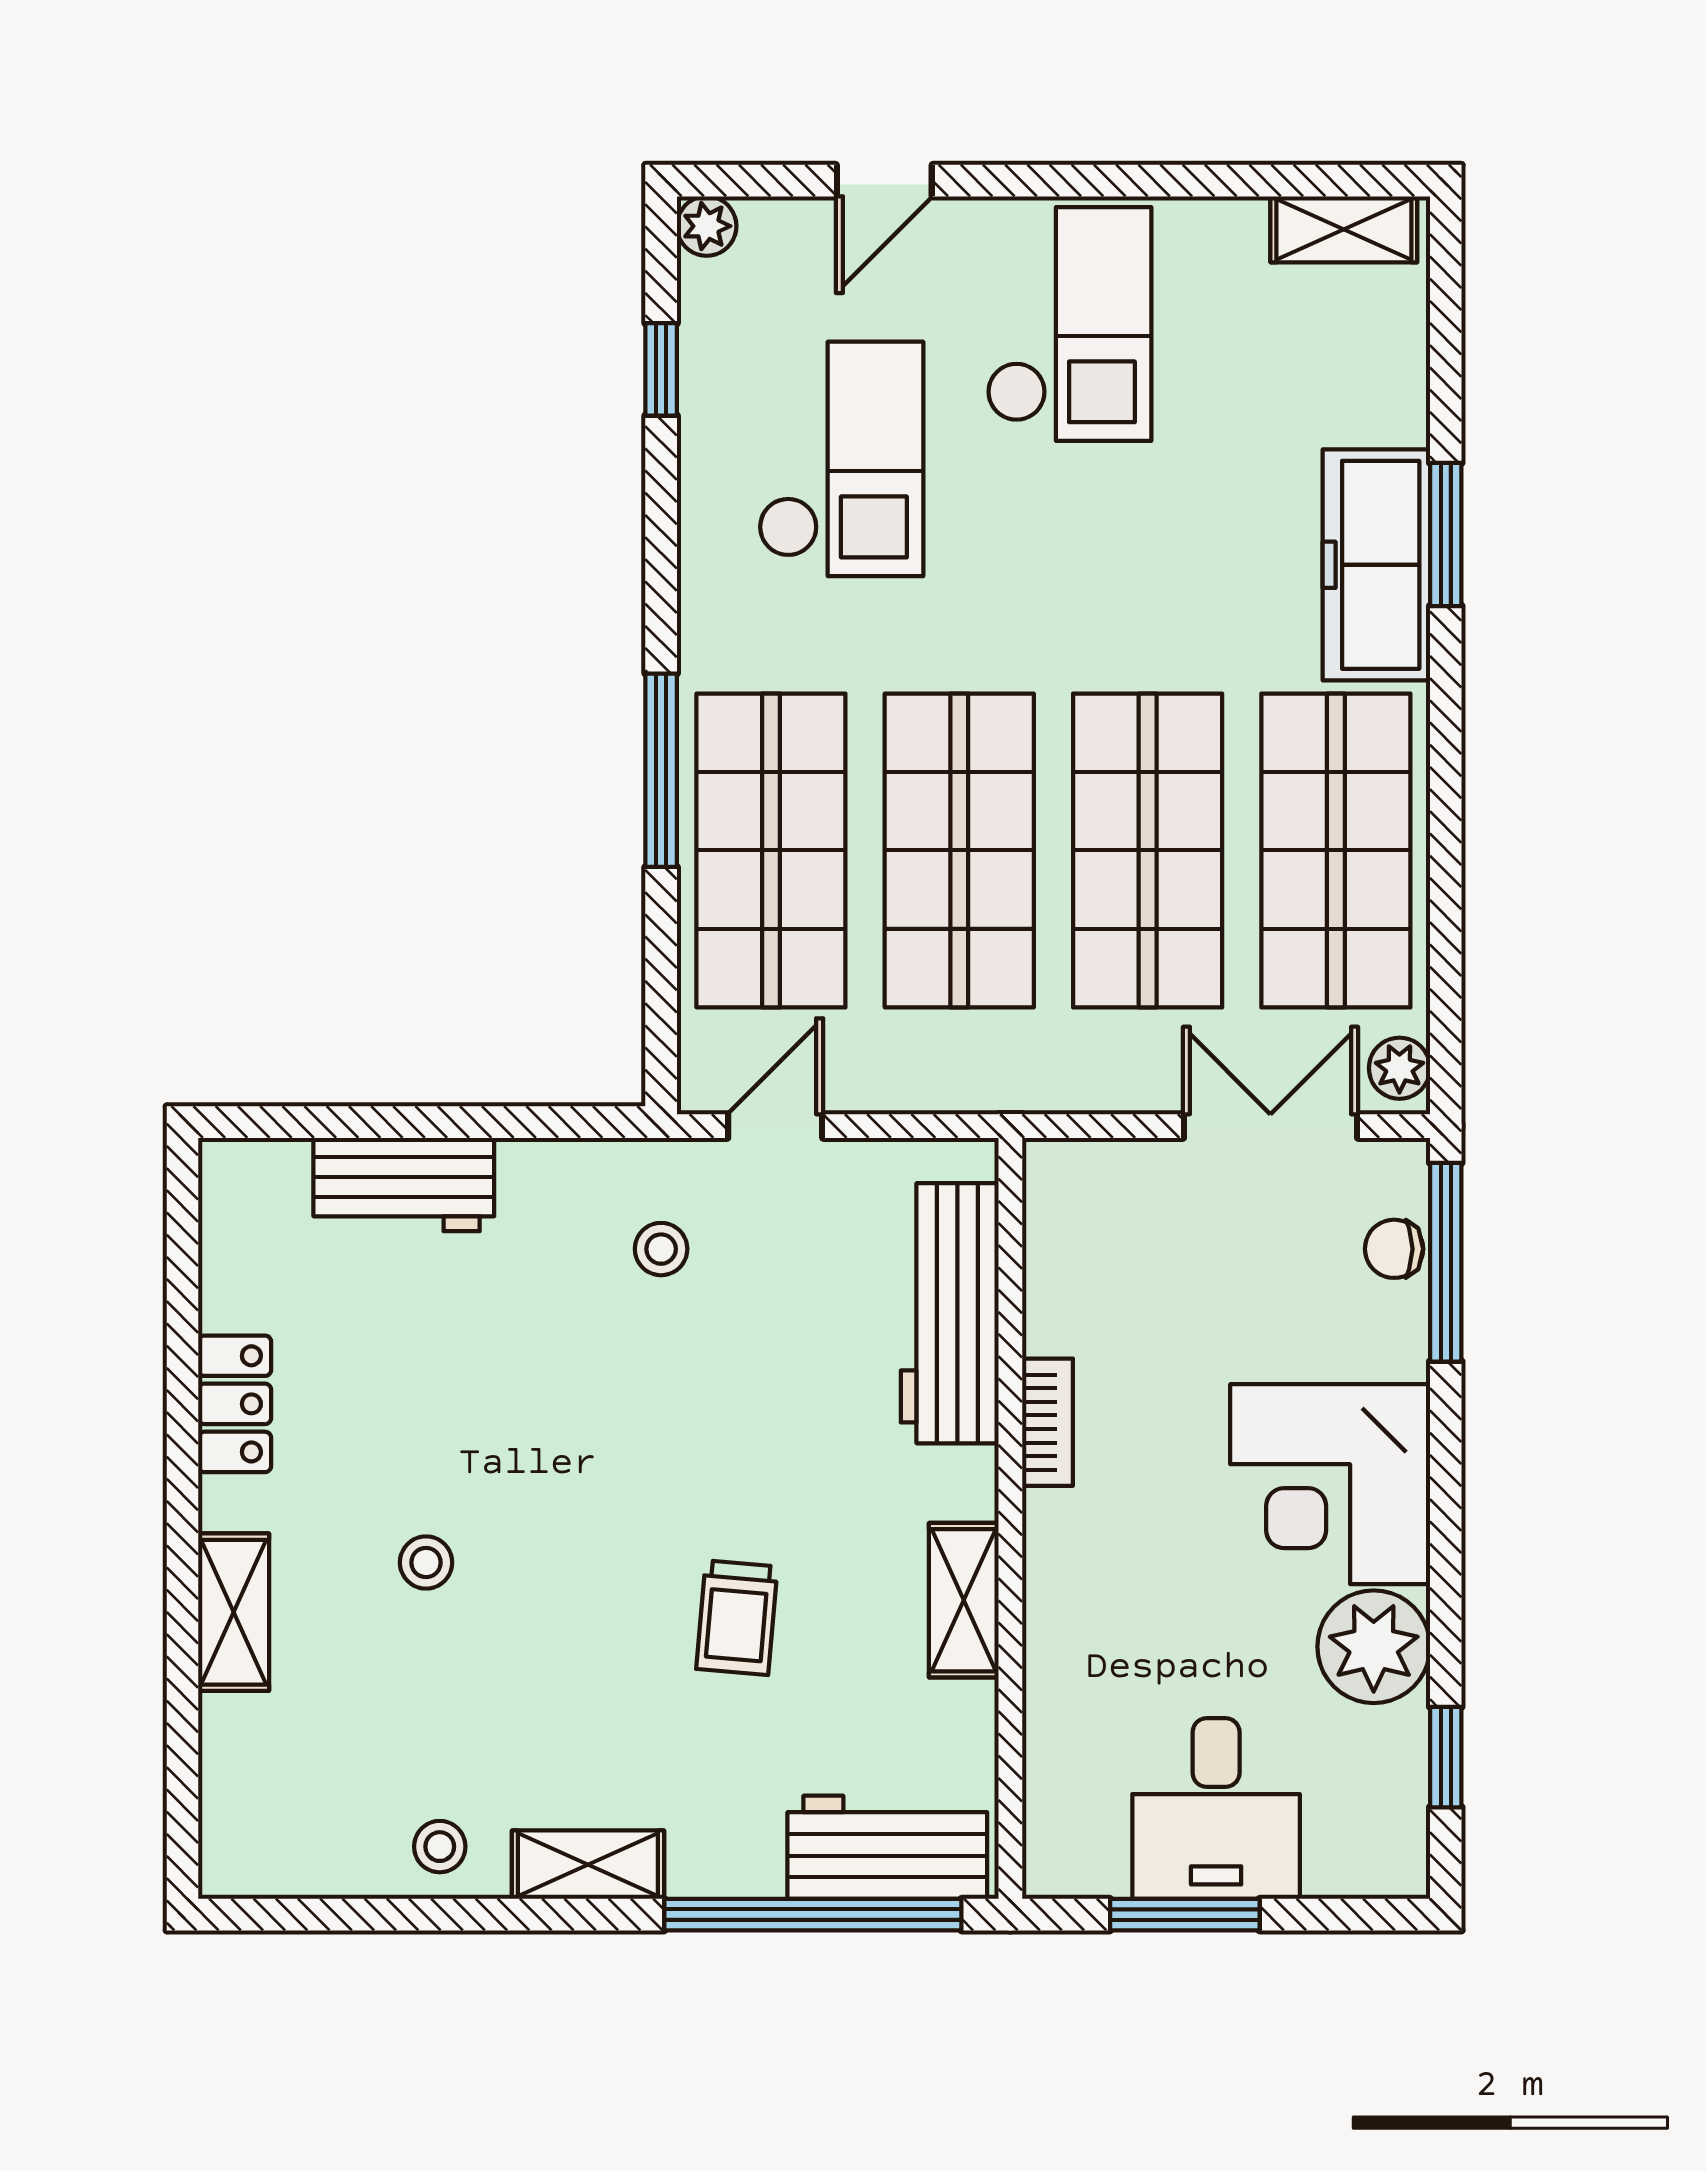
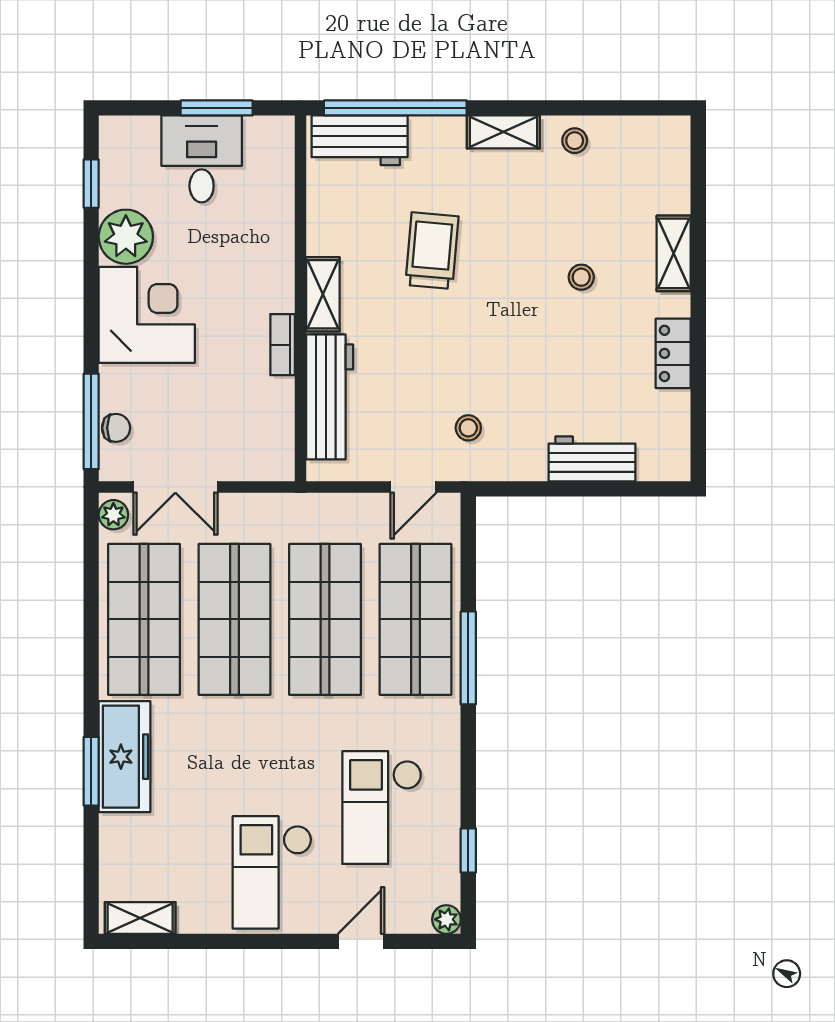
shelving: (964, 1600) -> (323, 294), moved
trolley: (737, 1618) -> (432, 251), width x1.36, depth x1.39

